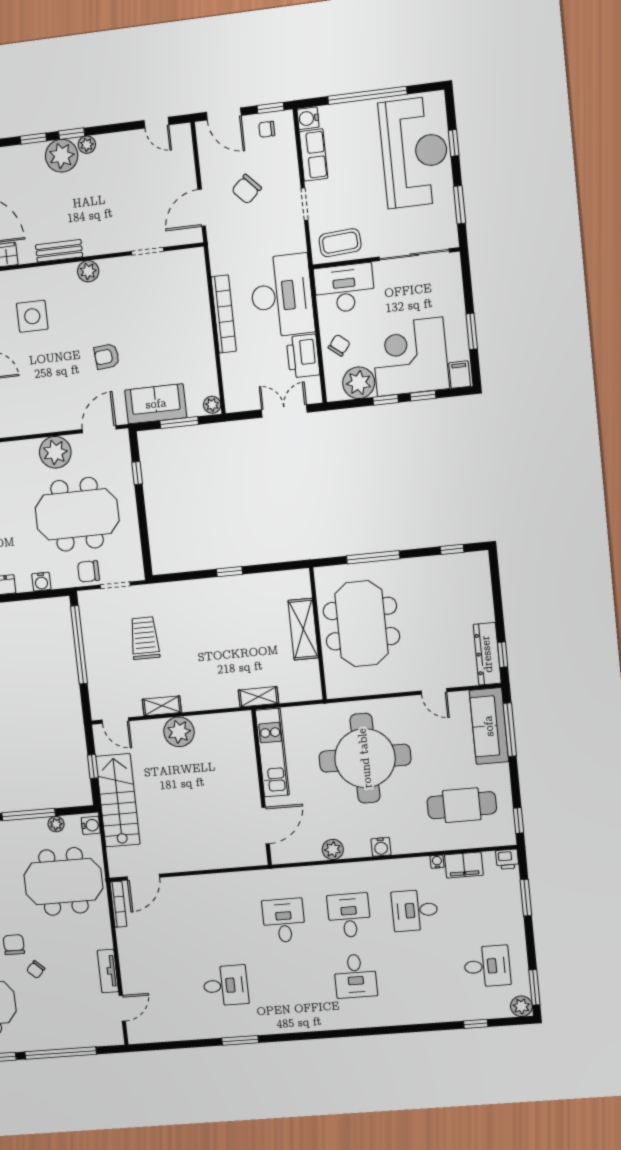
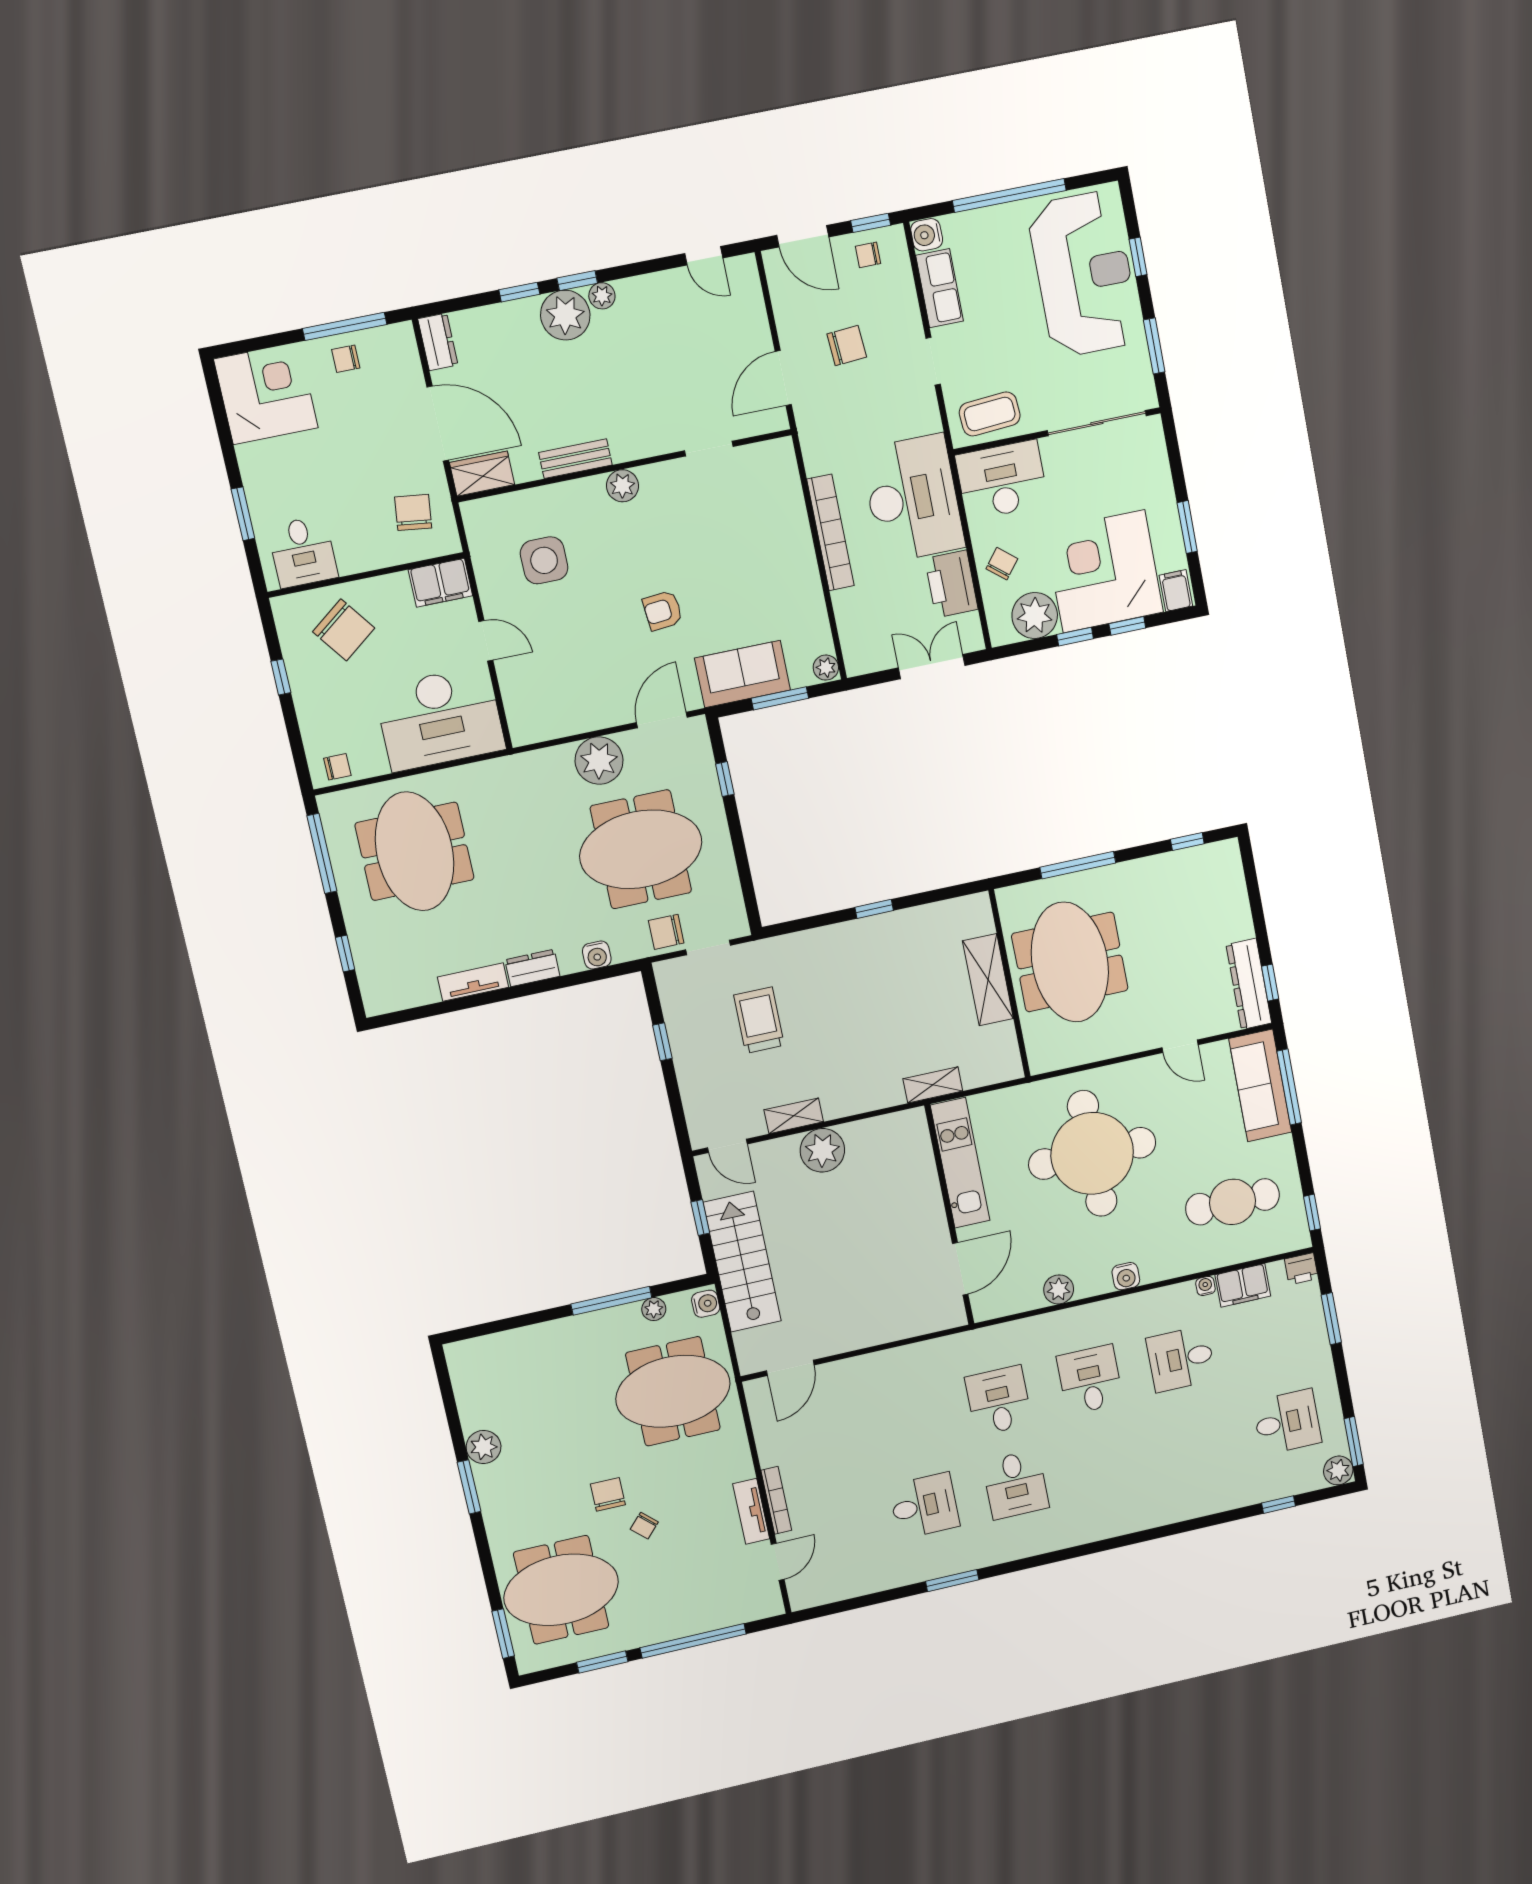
chair: (247, 189) -> (847, 346), turned -141
window: (79, 645) -> (662, 1042), width x0.32
bookcase: (118, 904) -> (776, 1500), moved
desk: (355, 976) -> (1016, 1485), moved

